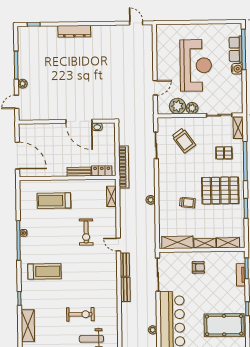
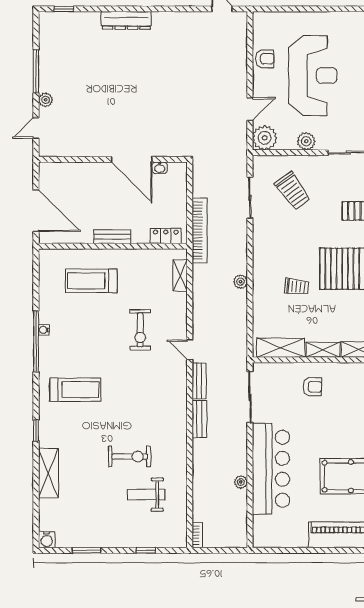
armchair: (164, 55) -> (265, 59), added
plant: (177, 106) -> (265, 138), moved
bench: (79, 172) -> (112, 237), moved

